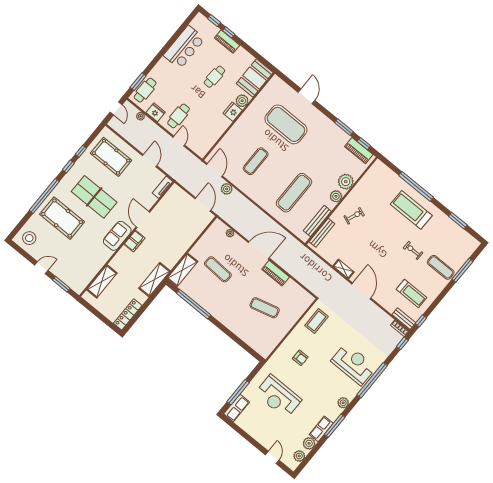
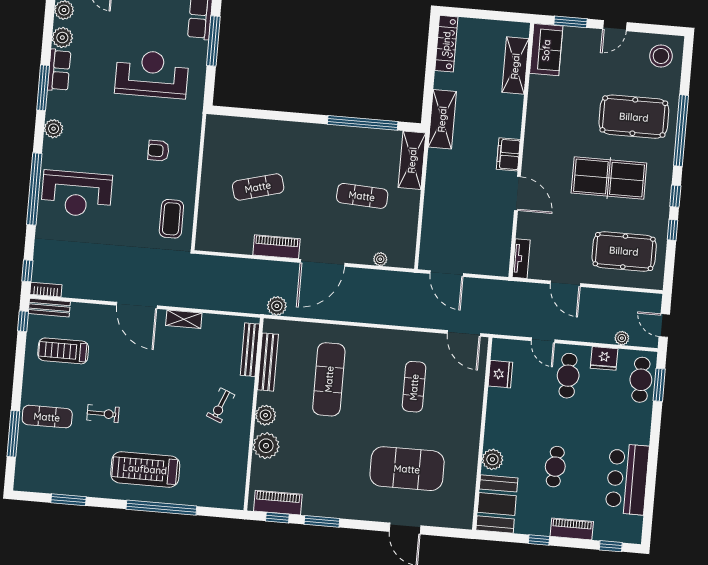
window: (229, 32) -> (539, 540), moved
fridge: (233, 112) -> (500, 374), moved
plant: (227, 189) -> (277, 306), moved
treadmill: (411, 210) -> (145, 469), turned 180
sofa: (117, 236) -> (546, 50), moved

